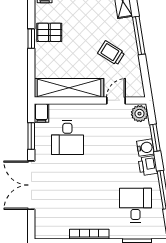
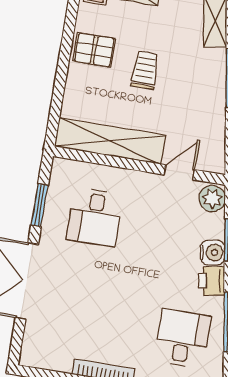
window: (31, 39) -> (65, 55), removed
trolley: (111, 53) -> (145, 70), moved, turned 58
filing cabinet: (41, 113) -> (61, 172), removed

